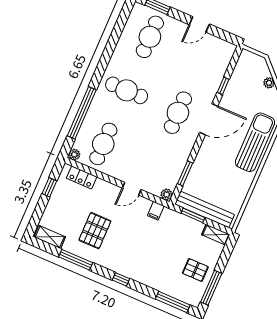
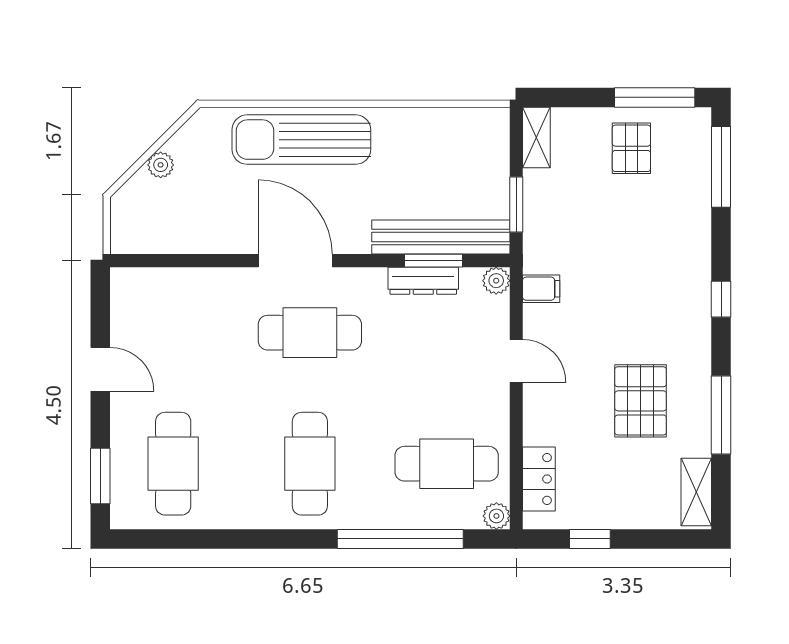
cafe table: (150, 37) -> (173, 464), turned 90
window: (223, 86) -> (210, 261), removed
dresser: (179, 166) -> (423, 281), added
bench: (205, 209) -> (441, 237), moved, turned 90
pallet: (95, 231) -> (641, 401), turned 90

